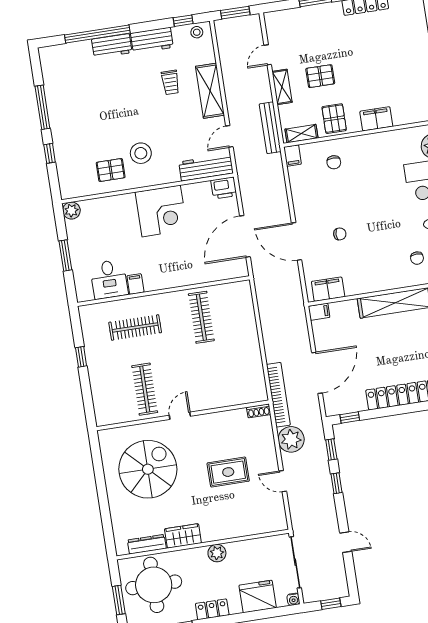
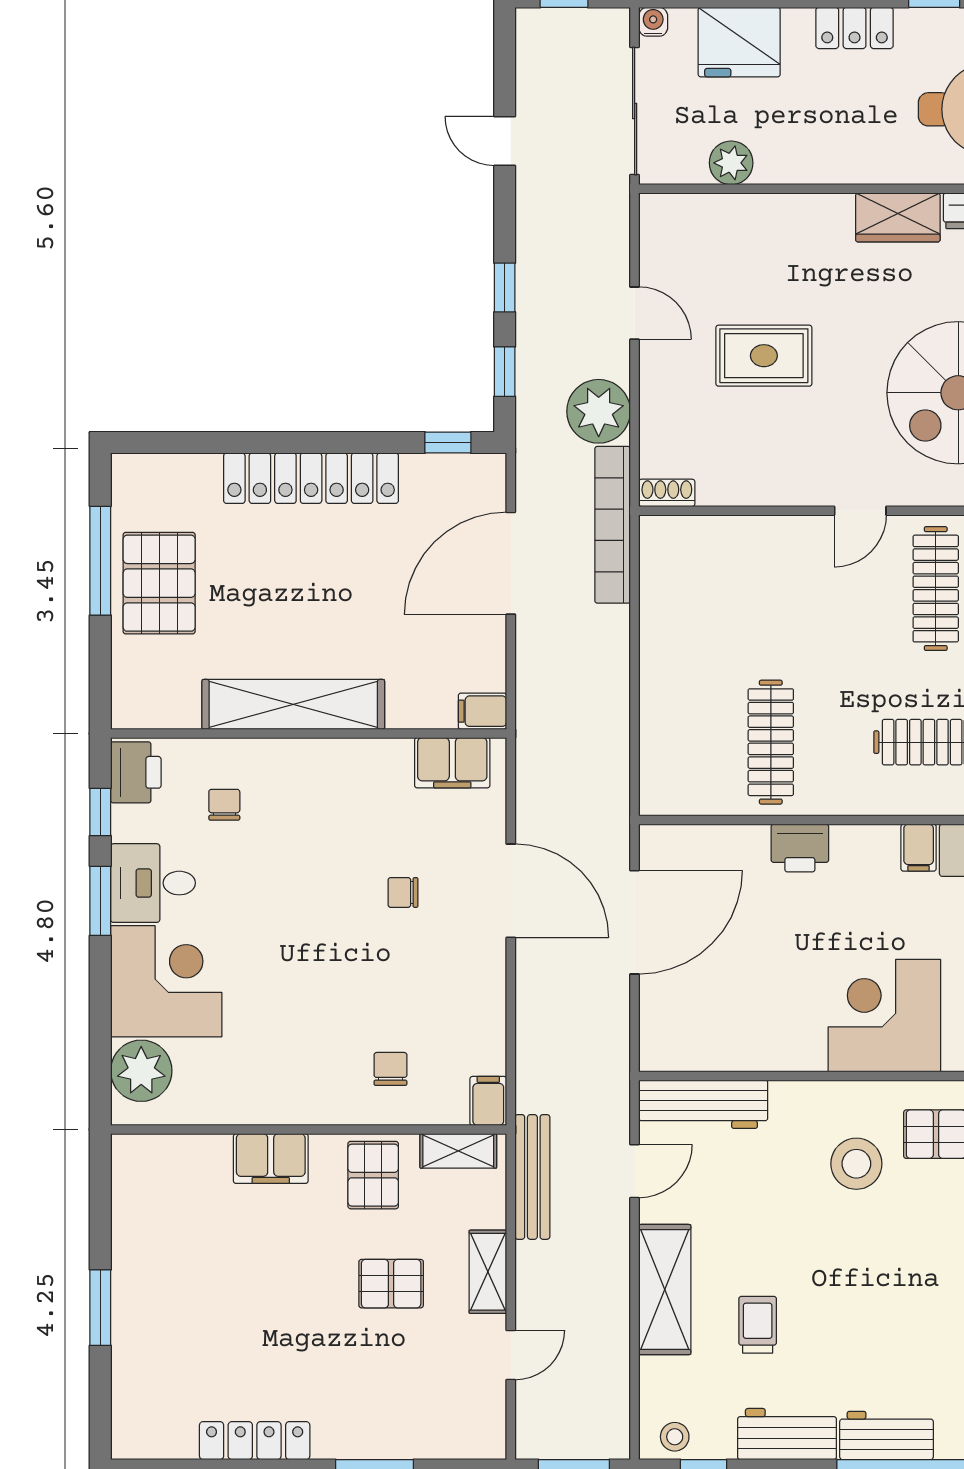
printer: (224, 188) -> (800, 848), moved, turned 180
corner desk: (161, 211) -> (884, 1016), moved
plant: (217, 553) -> (731, 163), moved

